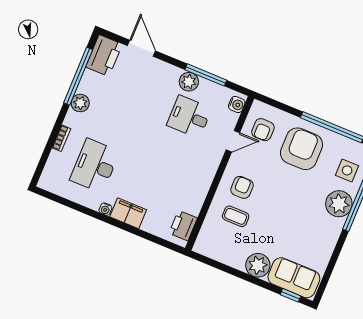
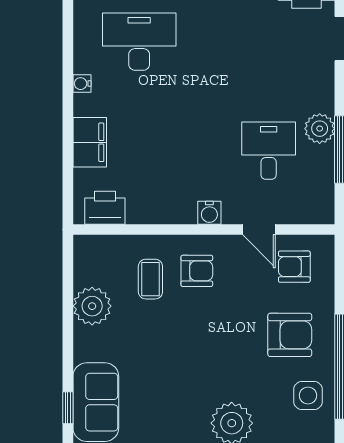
water cooler: (237, 104) -> (209, 213), moved
armchair: (302, 149) -> (290, 335), width x0.73, depth x0.73
side table: (347, 170) -> (308, 395), moved
filing cabinet: (128, 213) -> (90, 142), moved
plant: (258, 265) -> (92, 306), moved

